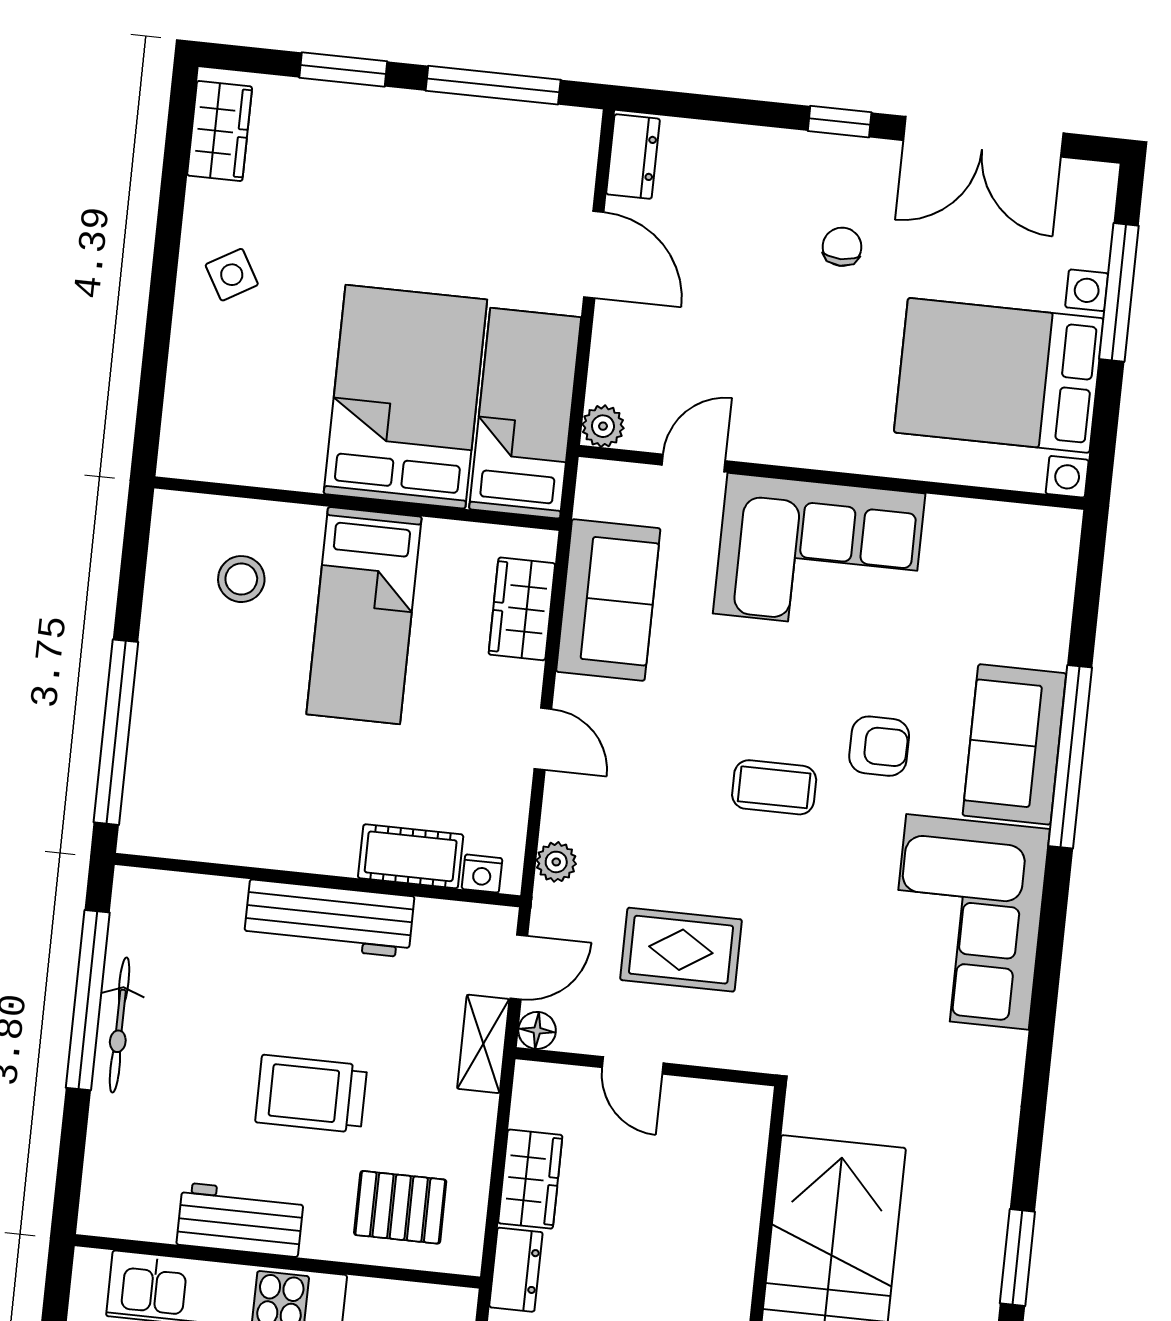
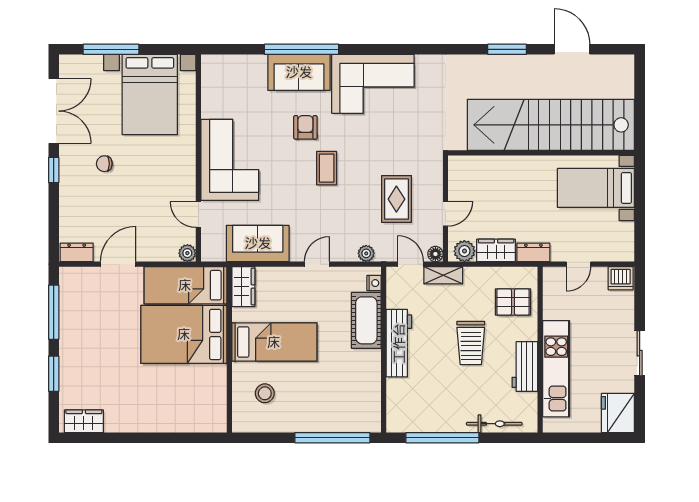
side table: (232, 275) -> (142, 410), removed
wardrobe: (522, 609) -> (243, 287), moved, turned -90
cot: (411, 856) -> (366, 320), width x1.37, depth x1.34
bicycle: (119, 1025) -> (494, 424), moved
plant: (537, 1102) -> (464, 251), added
pallet: (400, 1207) -> (513, 302), turned 90

